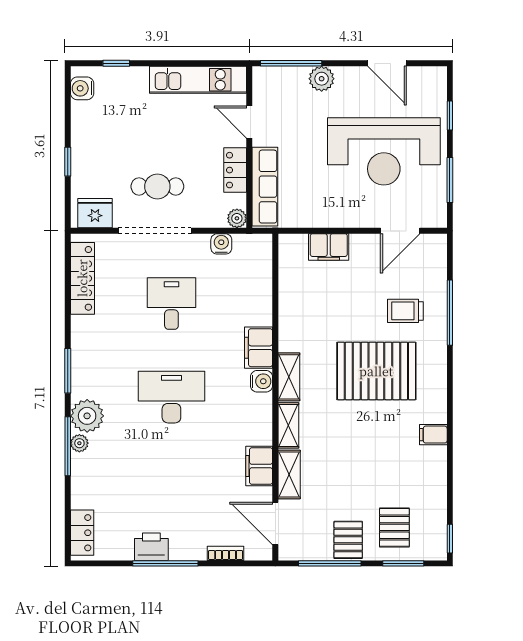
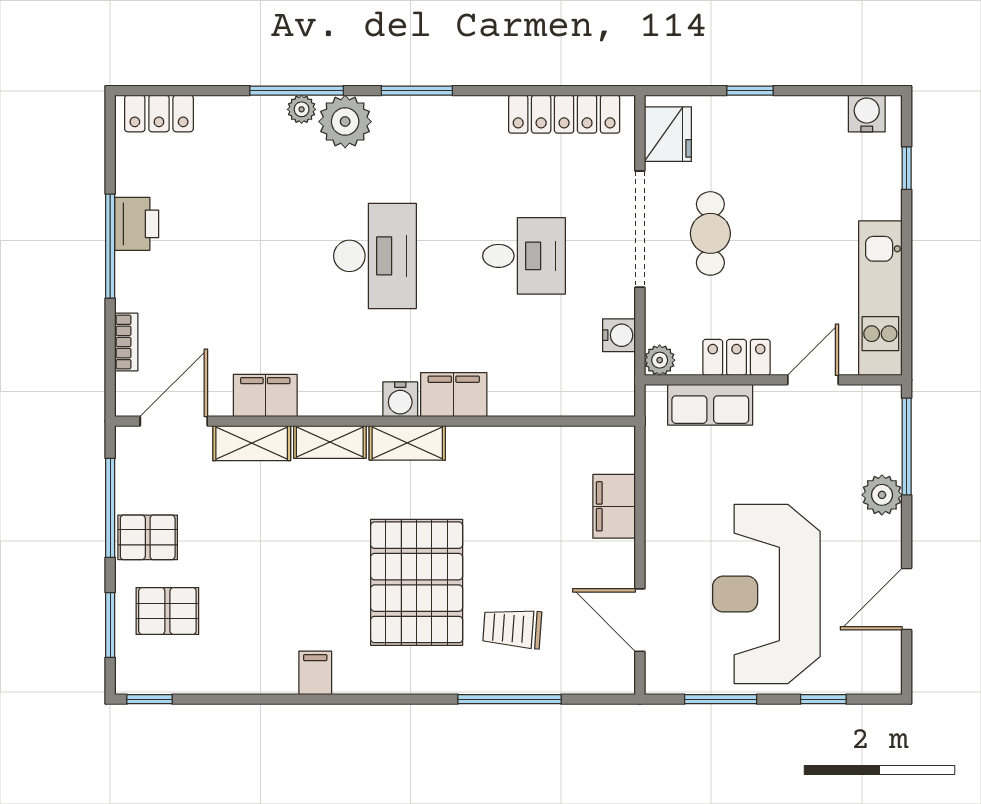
row of seats: (265, 187) -> (710, 405), width x0.68
trolley: (405, 311) -> (512, 629), turned -86

